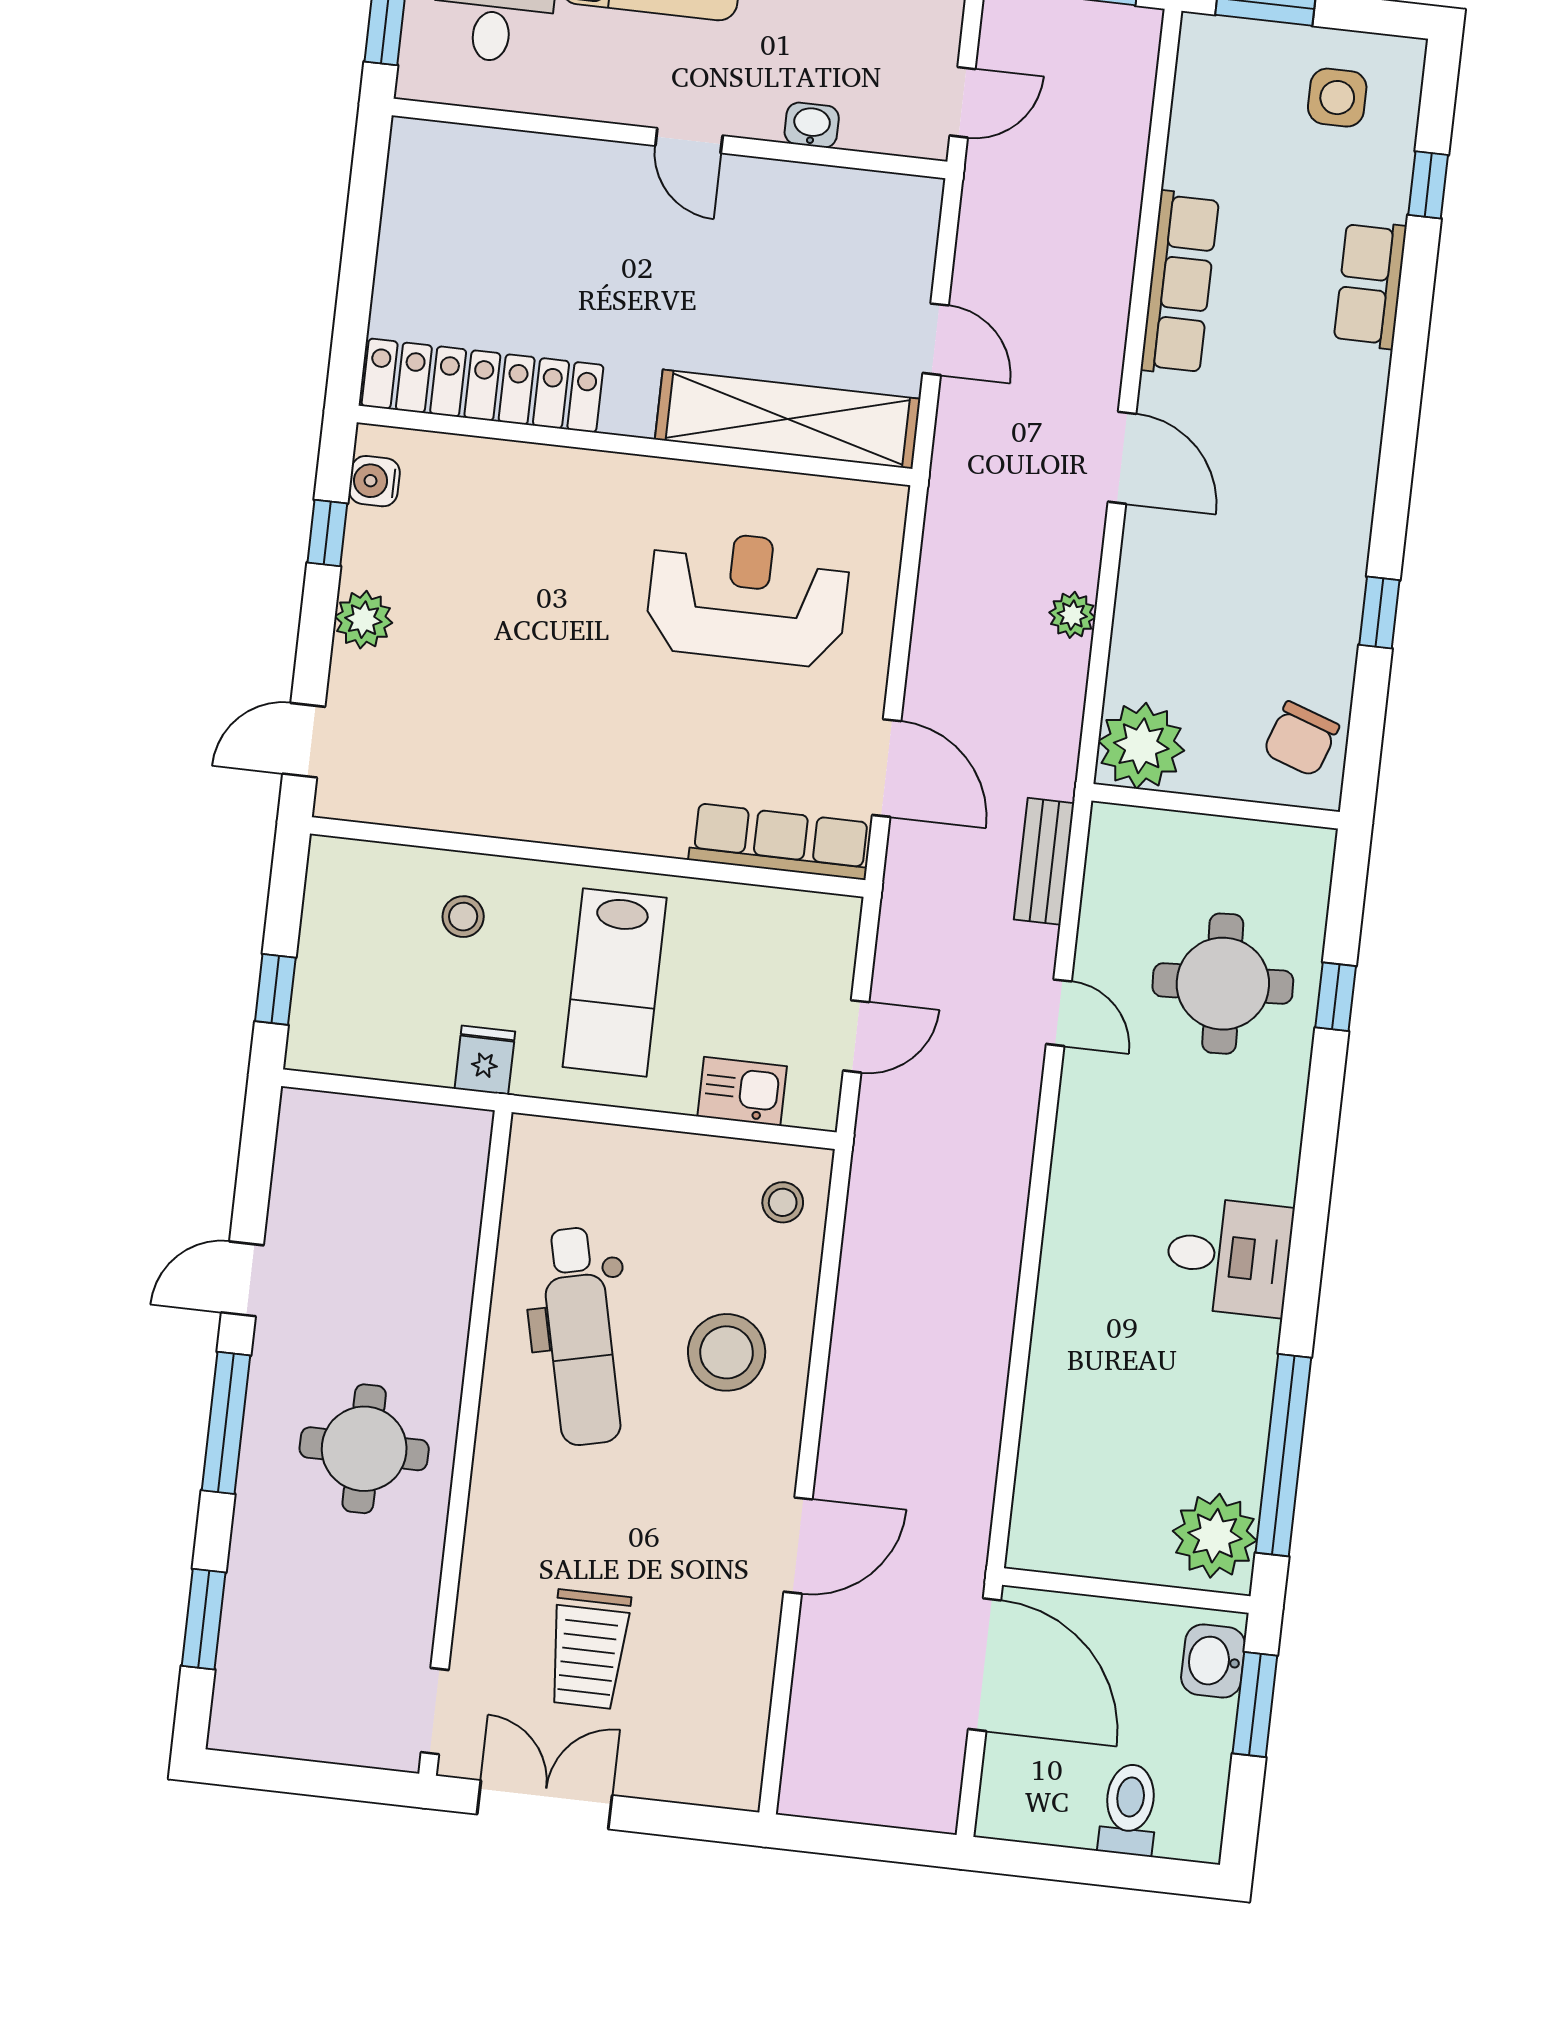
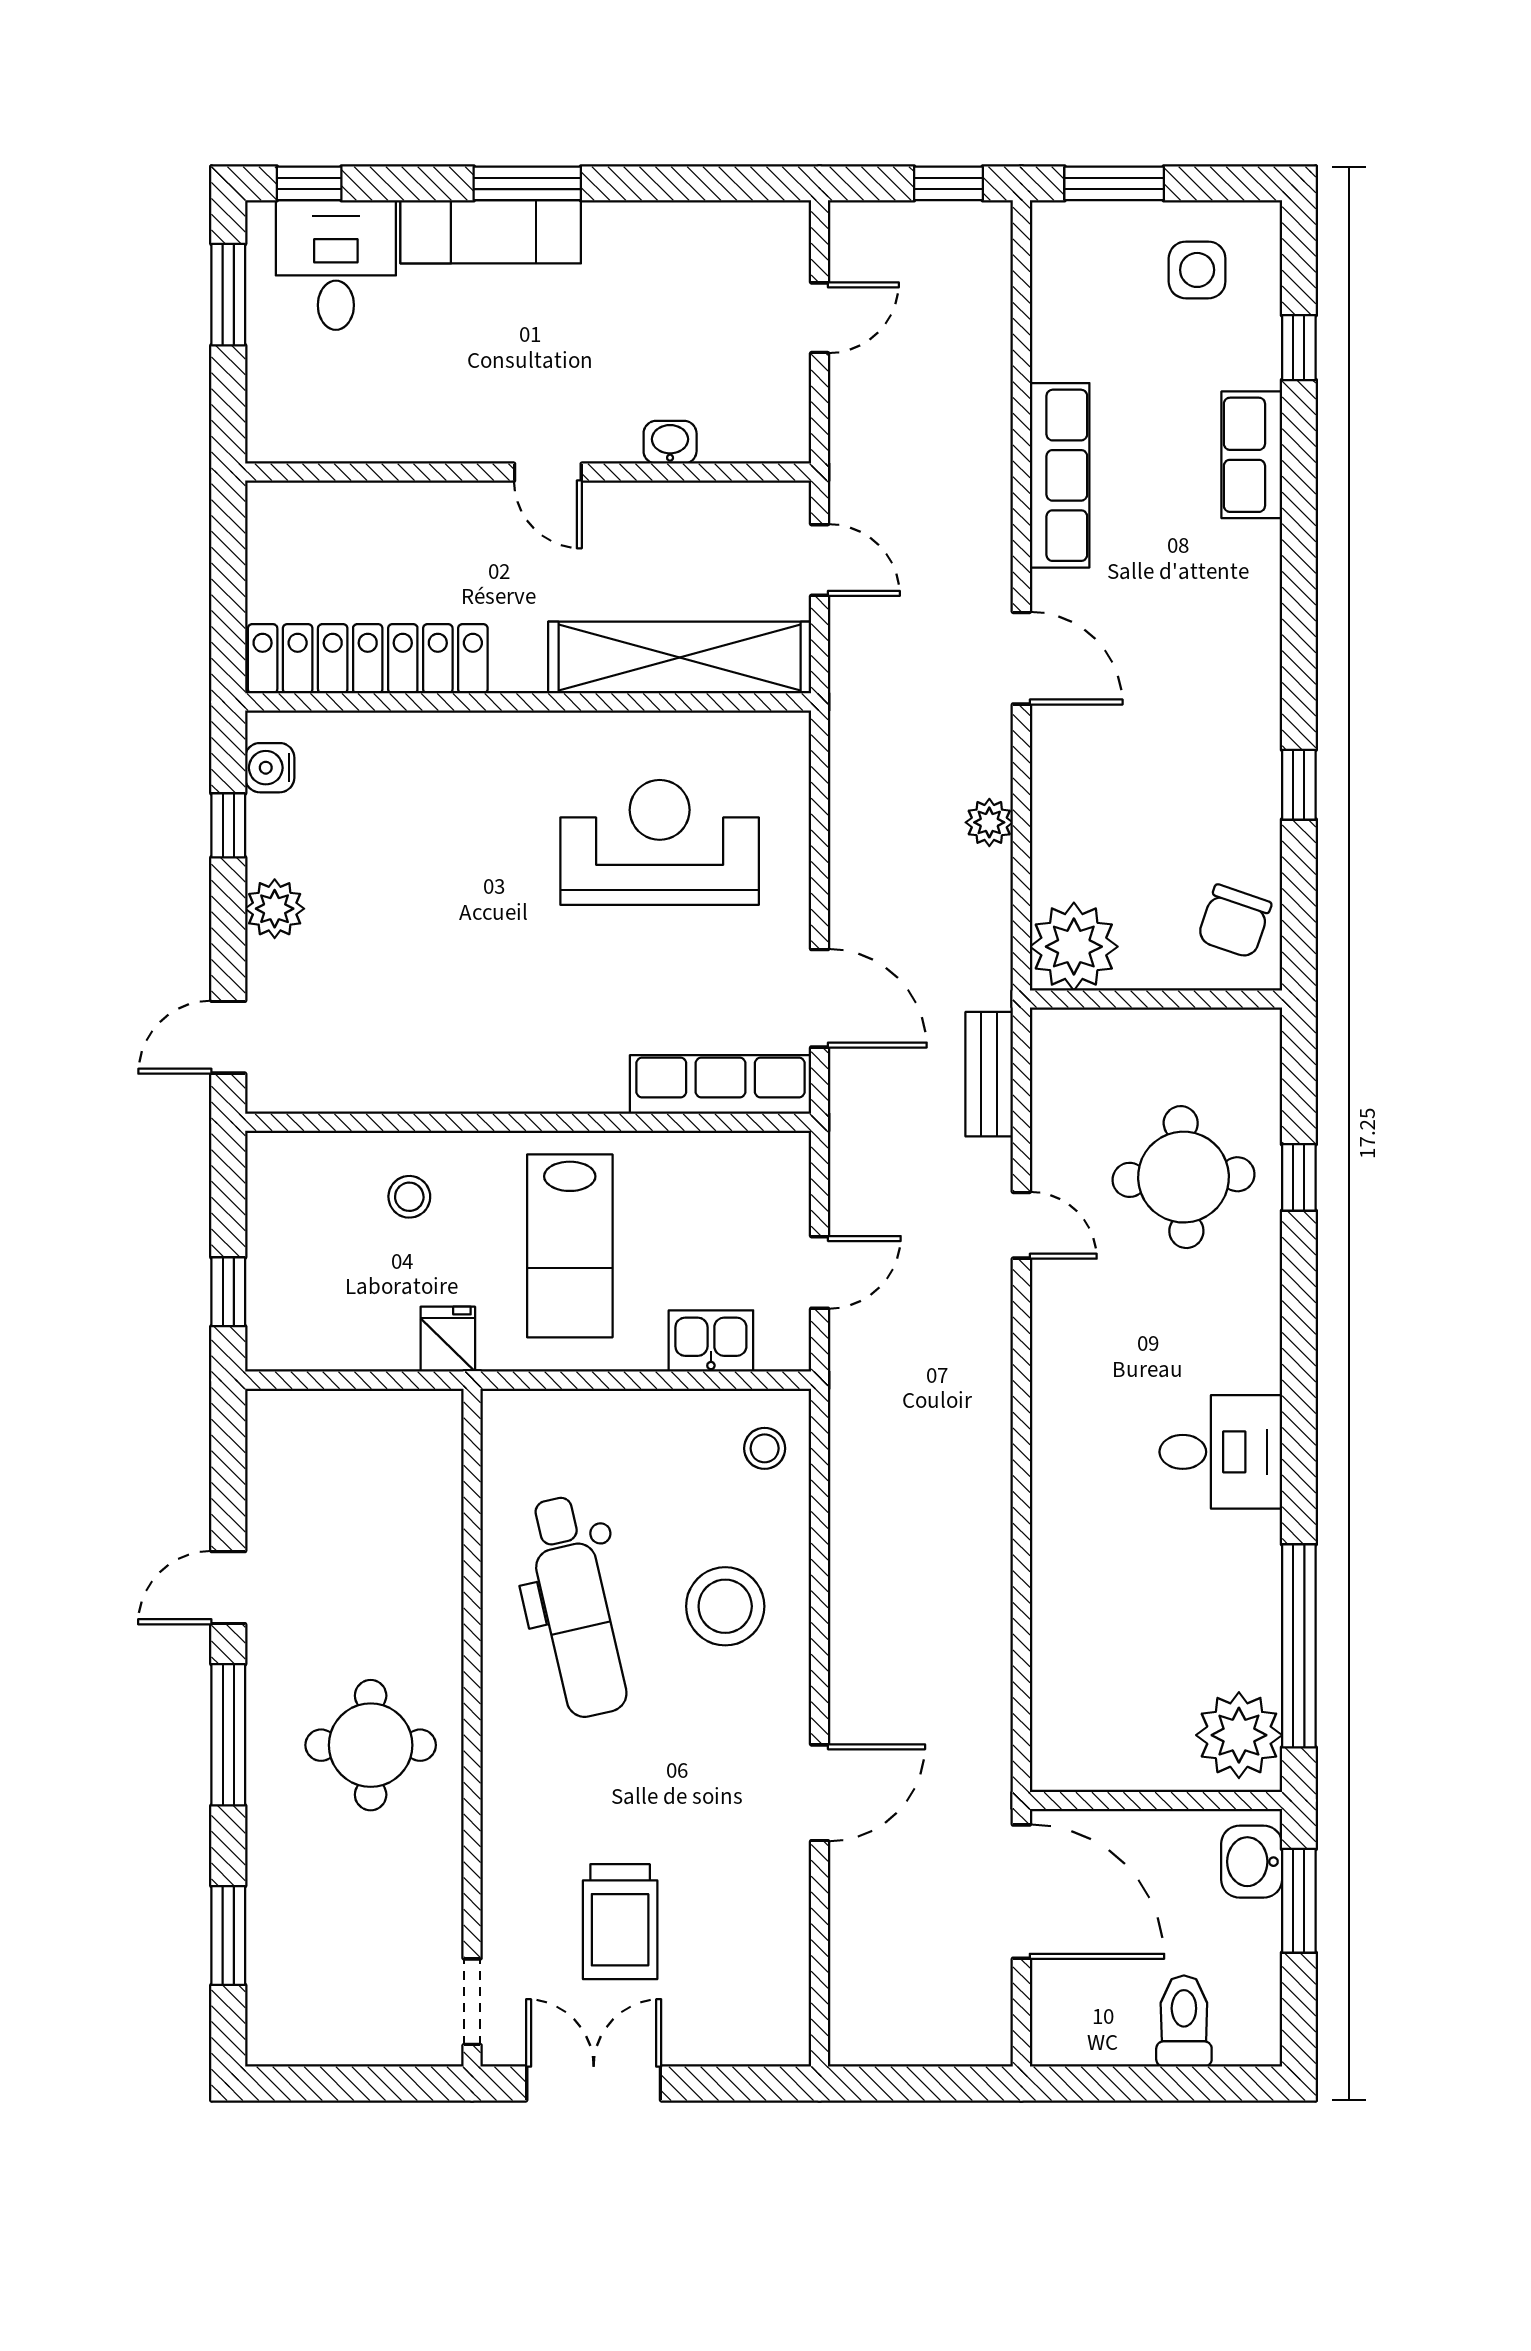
washbasin: (812, 125) -> (670, 442), moved
wall: (670, 138) -> (528, 472), moved
door: (689, 141) -> (548, 472), moved

